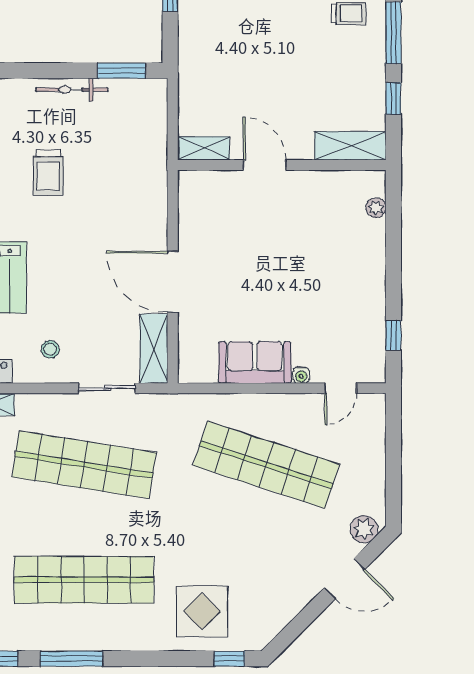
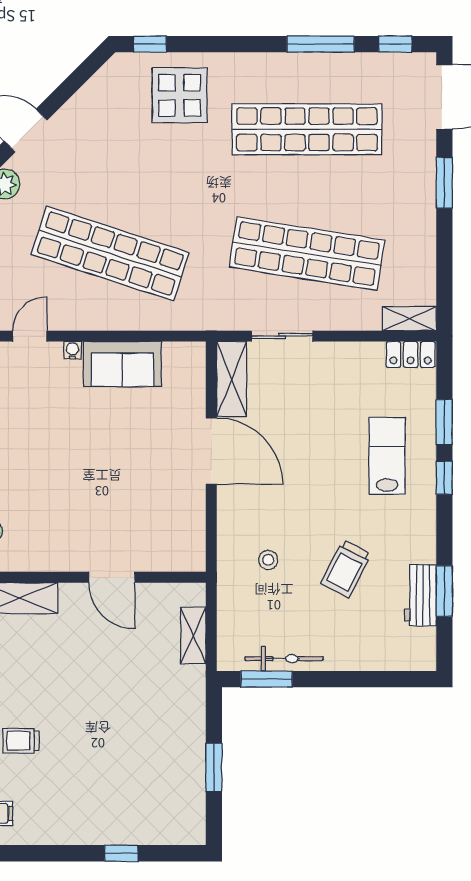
bicycle: (72, 90) -> (284, 659), moved
shelving: (204, 148) -> (193, 635), moved, turned 90
trolley: (48, 173) -> (346, 569), turned -153
stool: (50, 349) -> (268, 560), moved

